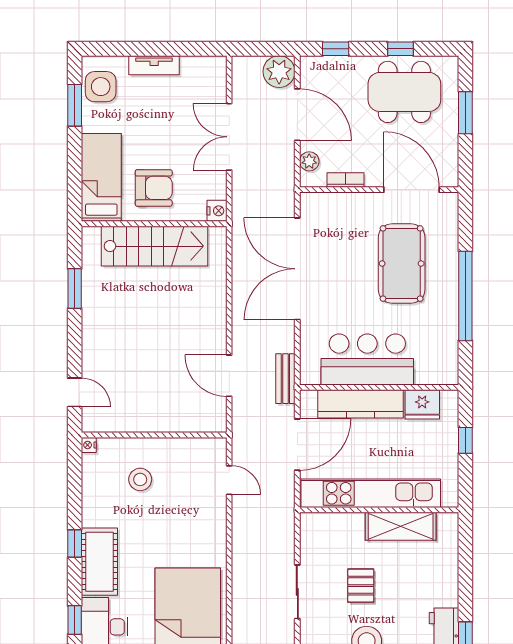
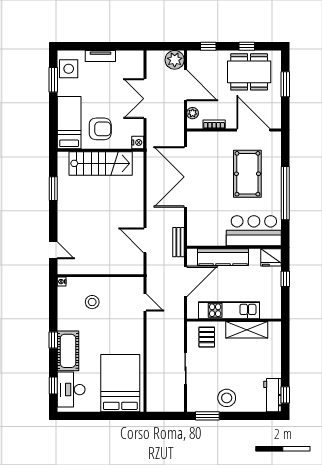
bar counter: (367, 359) -> (254, 231), moved
fridge: (422, 404) -> (271, 257), moved
kitchen unit: (371, 493) -> (229, 310), width x0.73
pallet: (361, 586) -> (207, 337), moved

